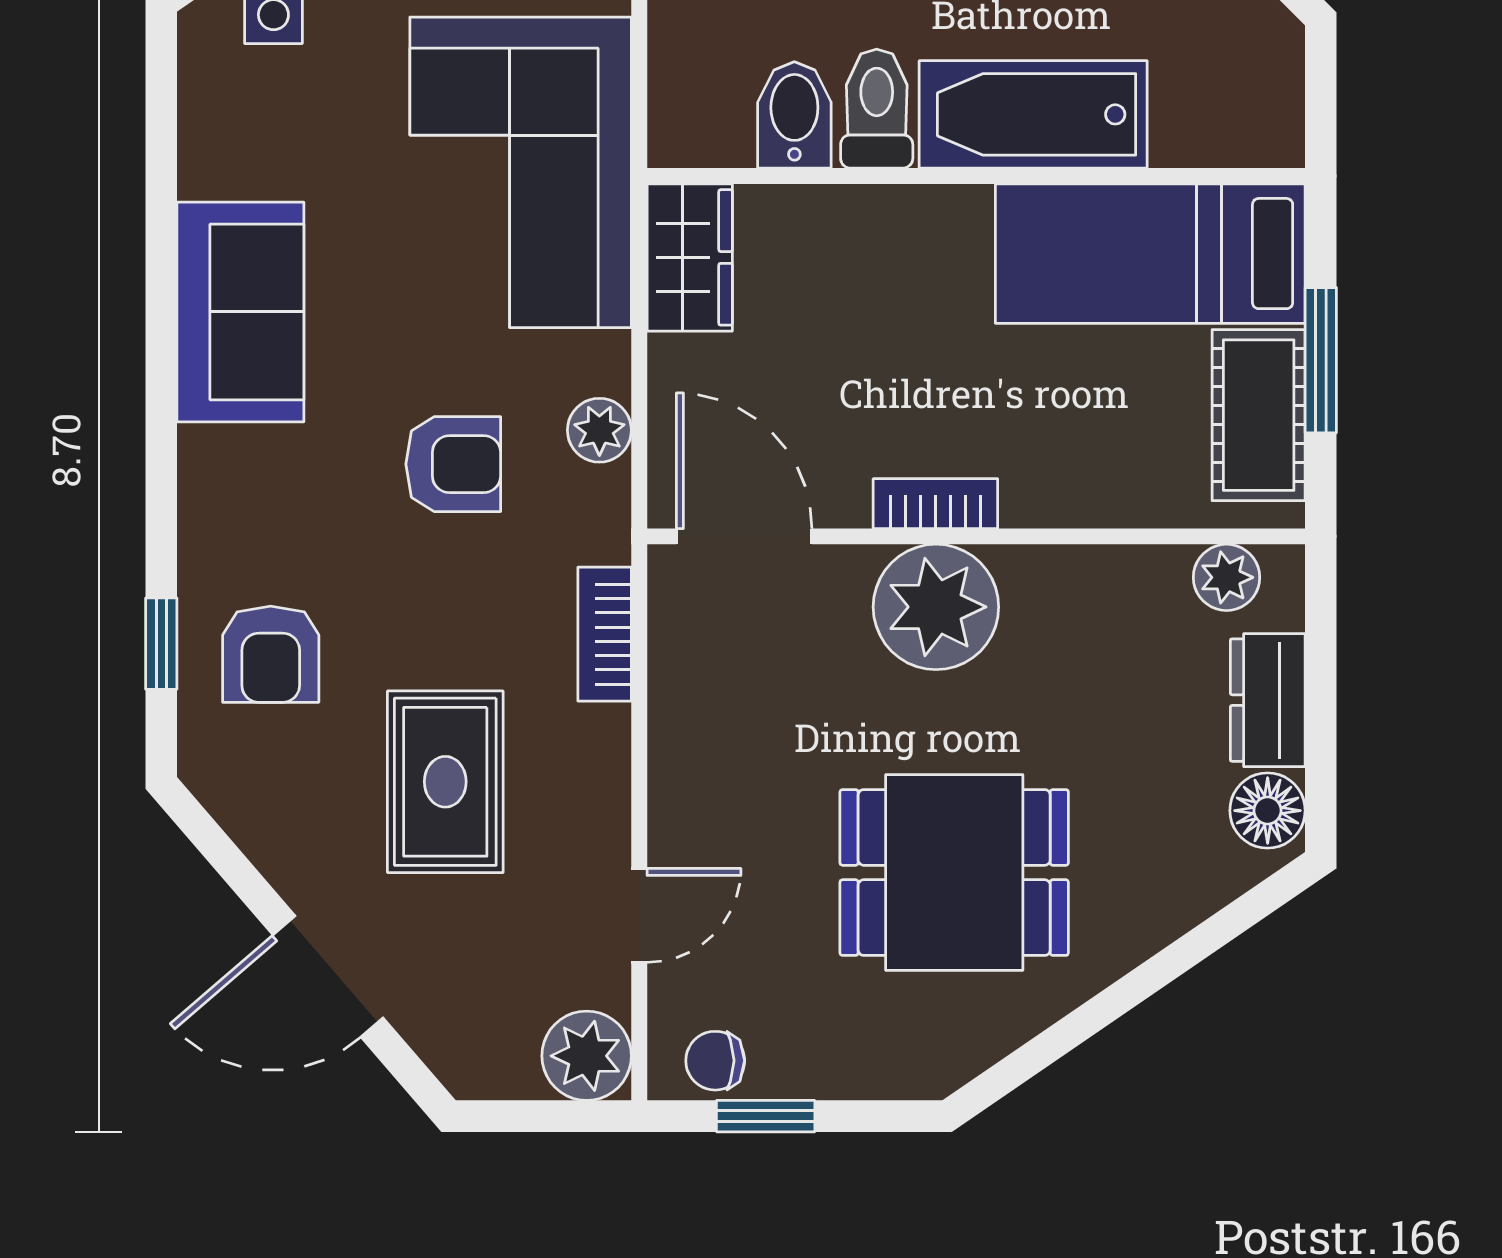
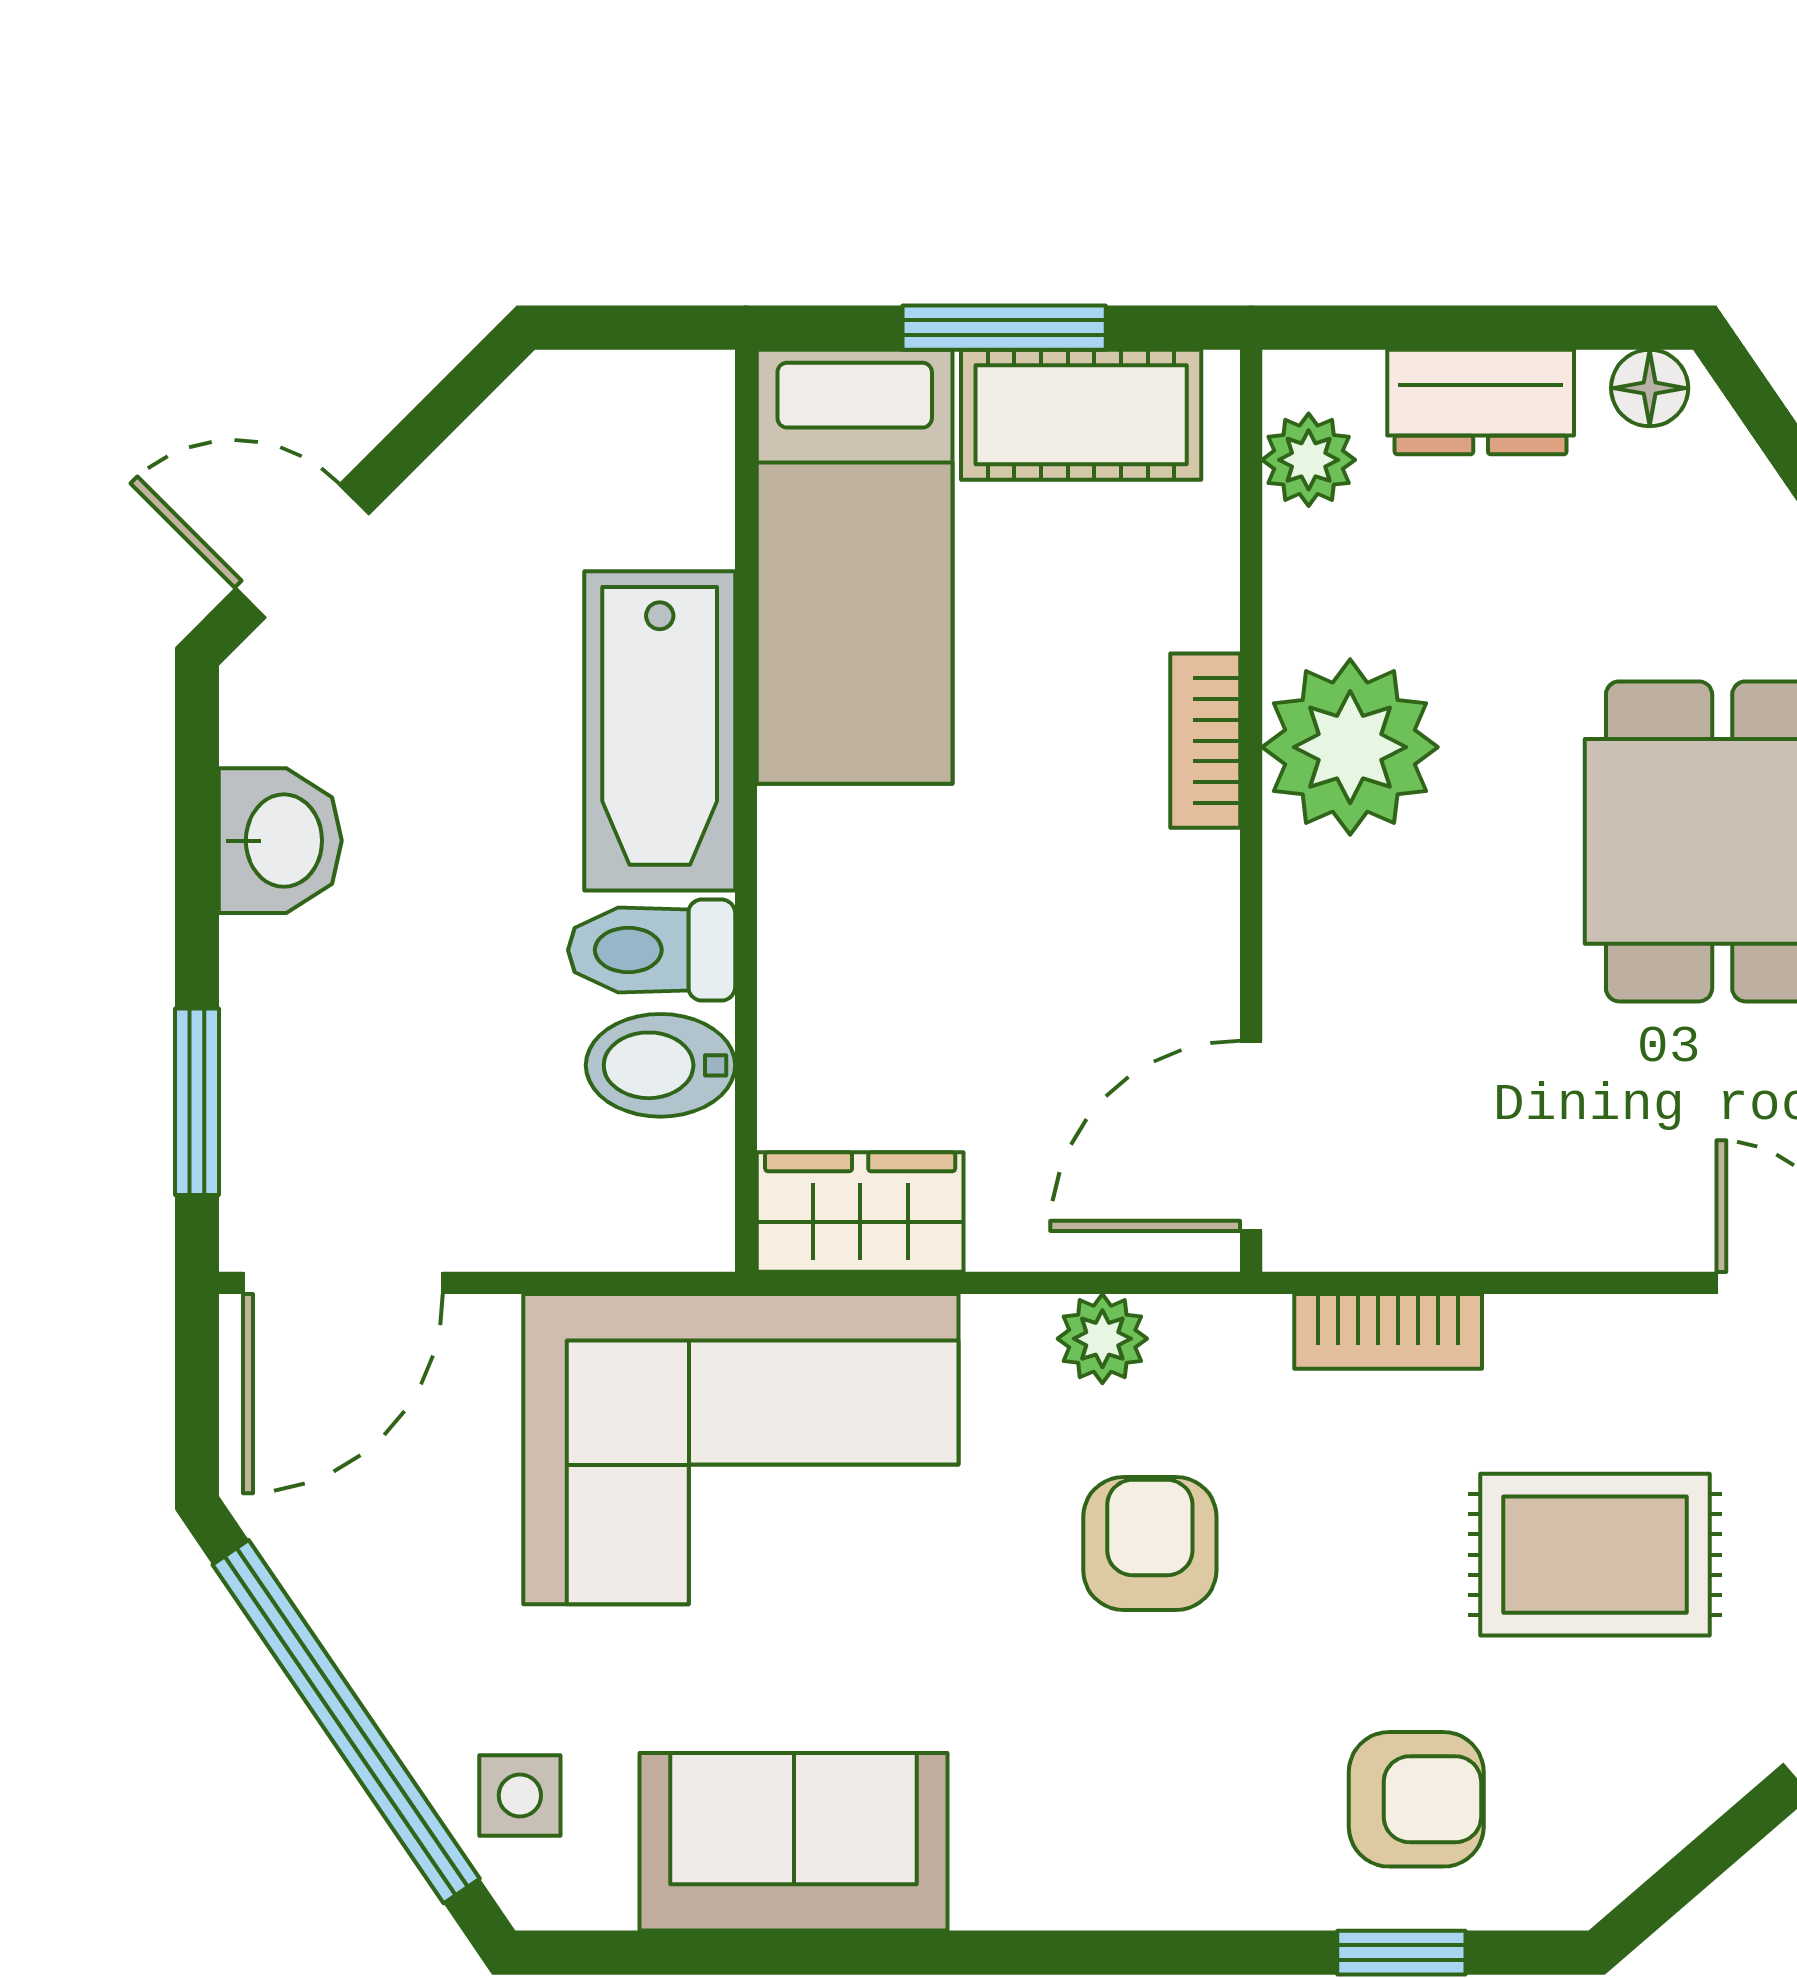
sofa: (240, 312) -> (794, 1842), moved
bookcase: (935, 504) -> (1205, 741), moved
plant: (936, 607) -> (1350, 747), moved
floor lamp: (1268, 811) -> (1650, 388), width x0.73, depth x0.73

